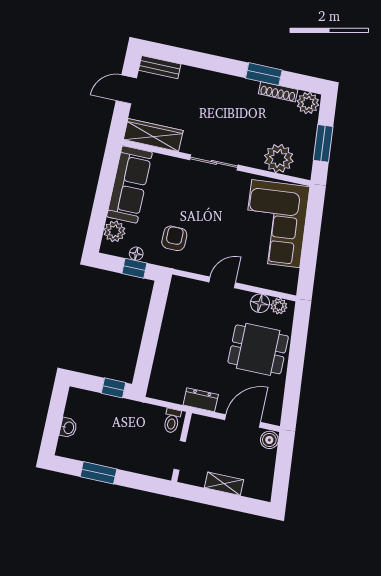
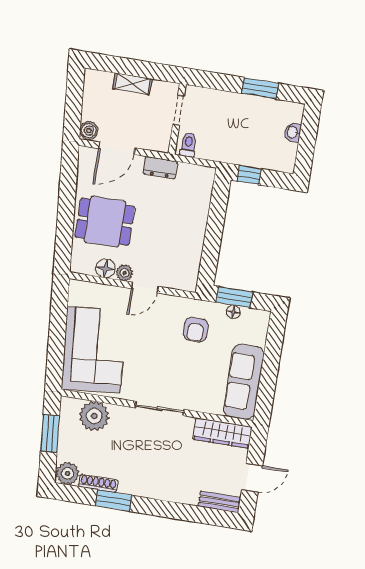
plant: (114, 231) -> (256, 333), removed
window: (134, 268) -> (234, 297), width x1.50
plant: (279, 306) -> (124, 273), moved

